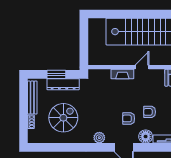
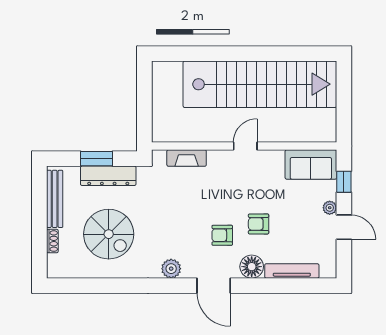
fireplace: (122, 74) -> (187, 158), moved
spiral stairs: (63, 118) -> (109, 234), turned 90

